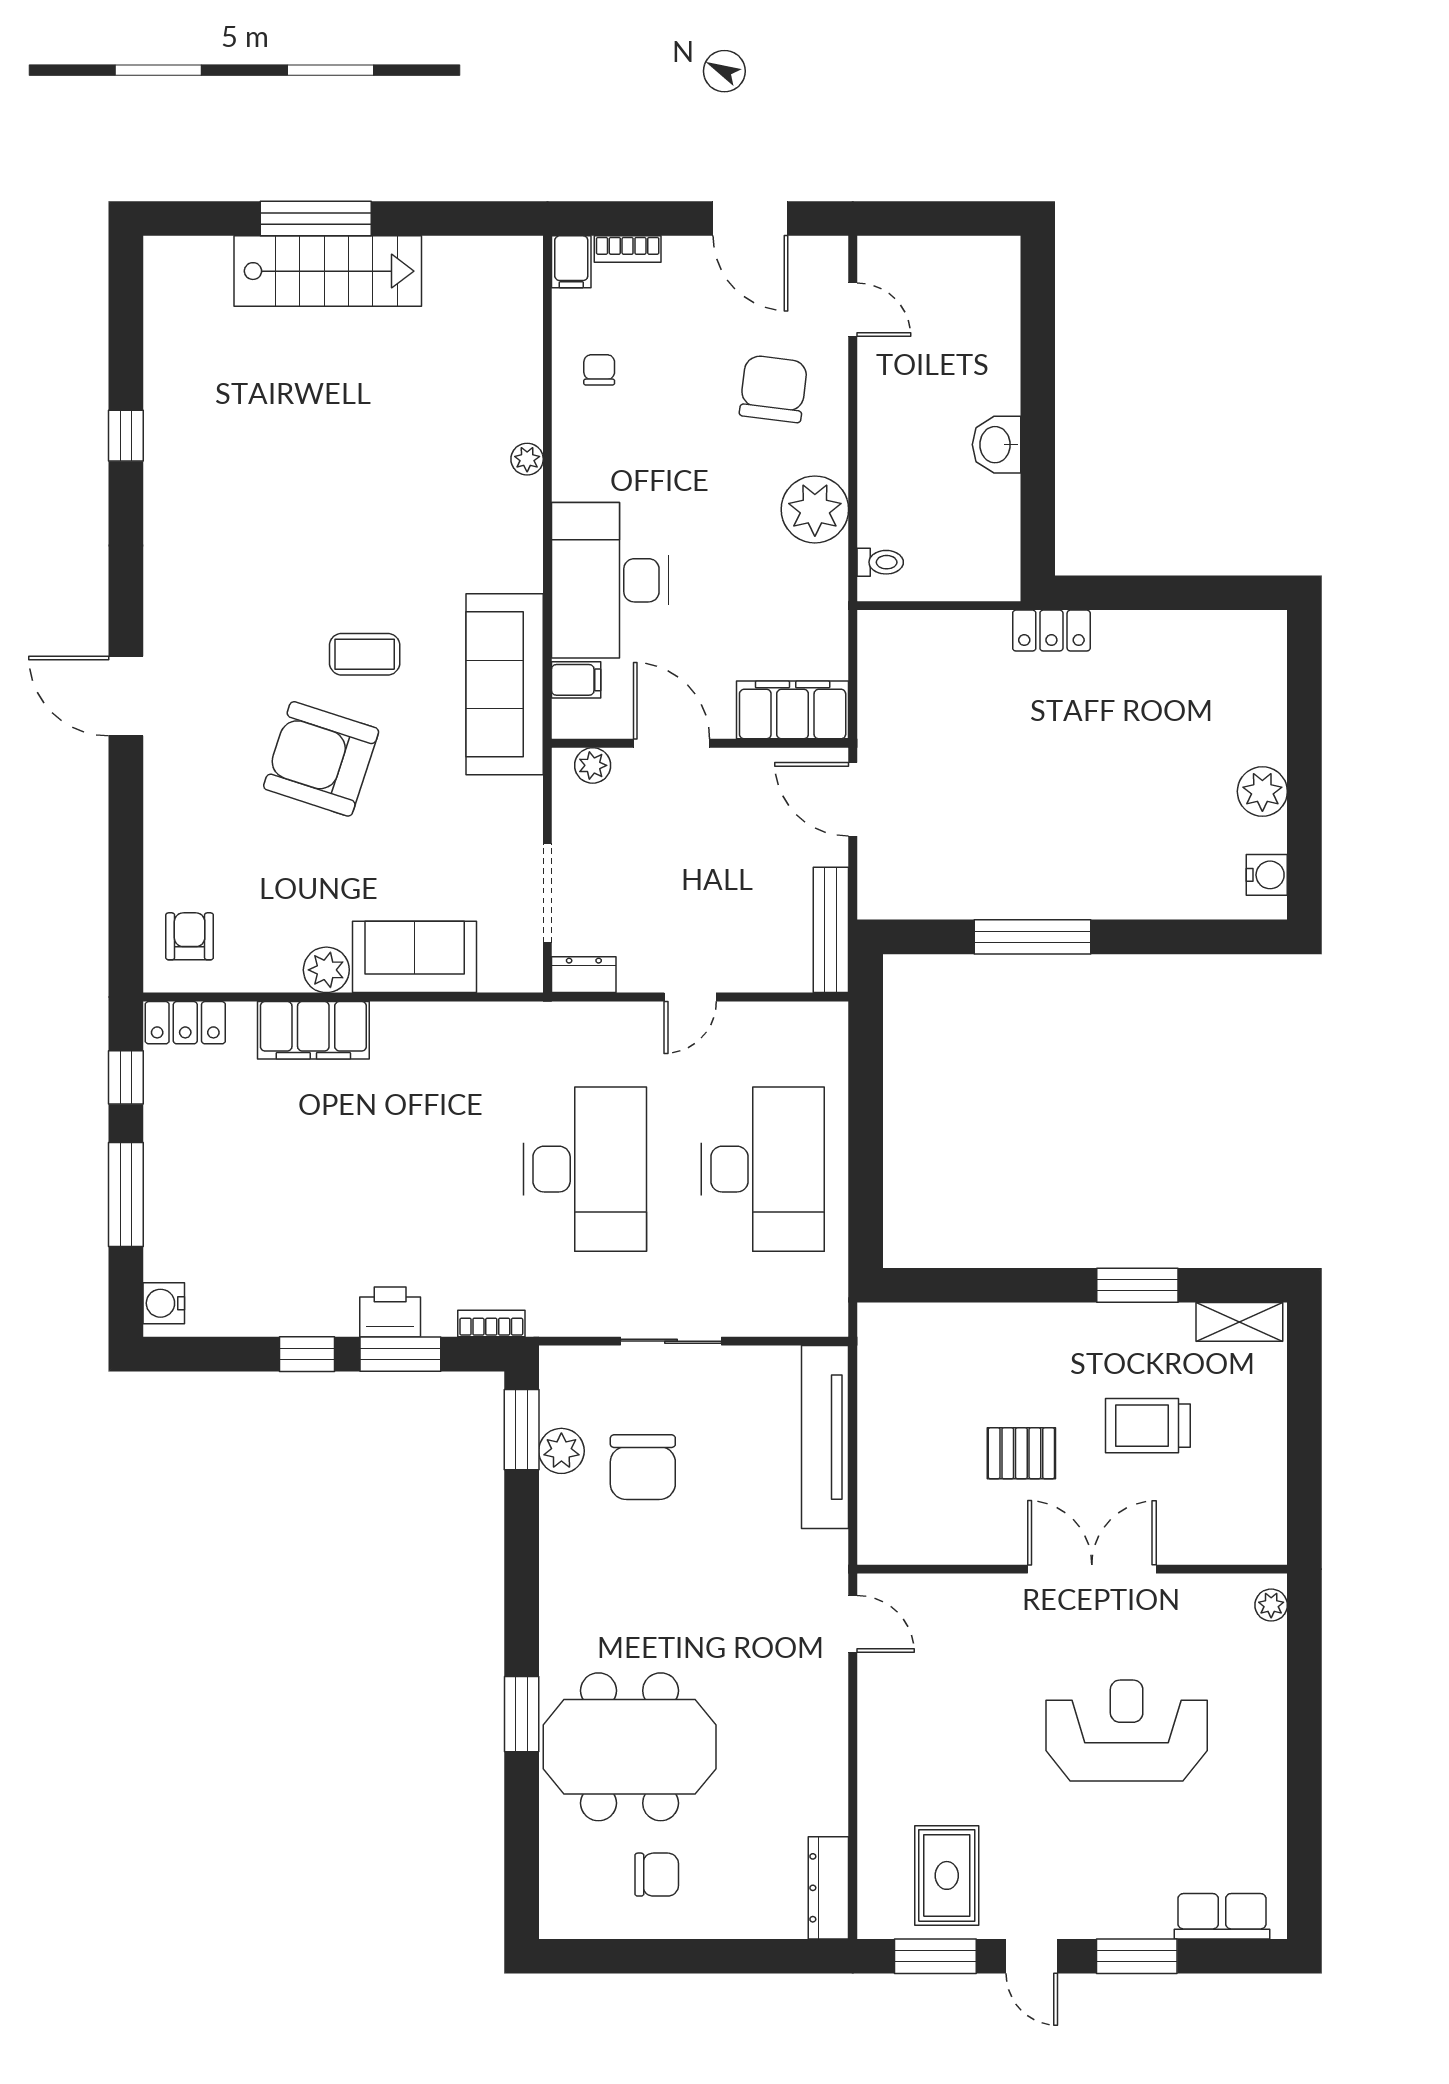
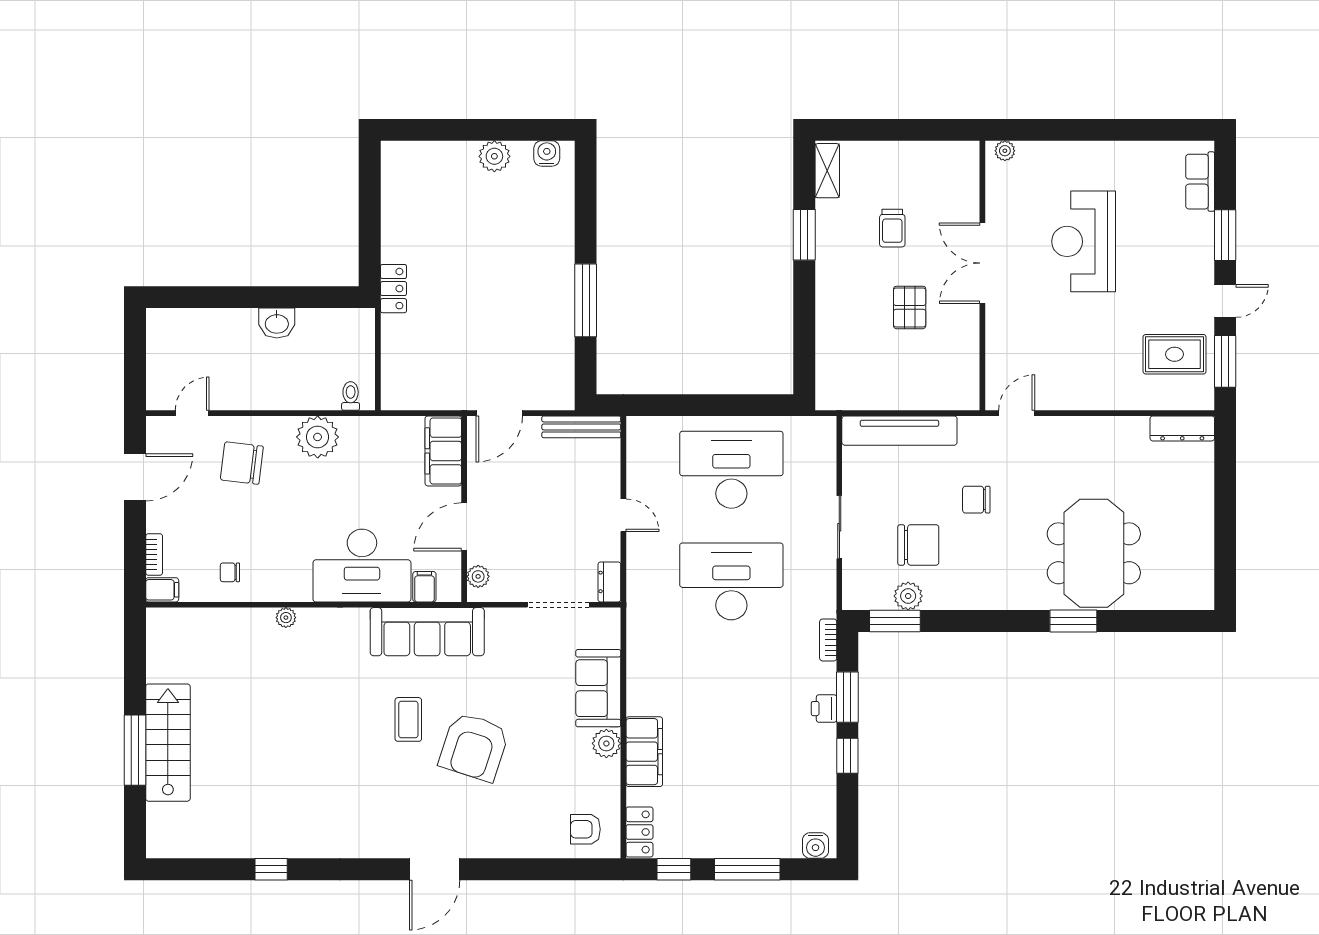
printer: (390, 1312) -> (824, 709), width x0.73, depth x0.81
trolley: (1148, 1426) -> (892, 228), width x0.73, depth x0.72
chair: (657, 1875) -> (976, 500), moved, turned -90

